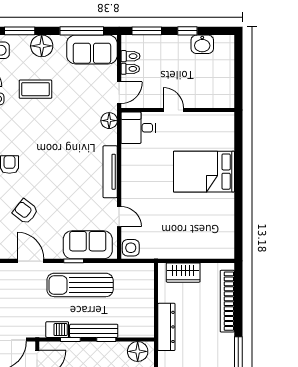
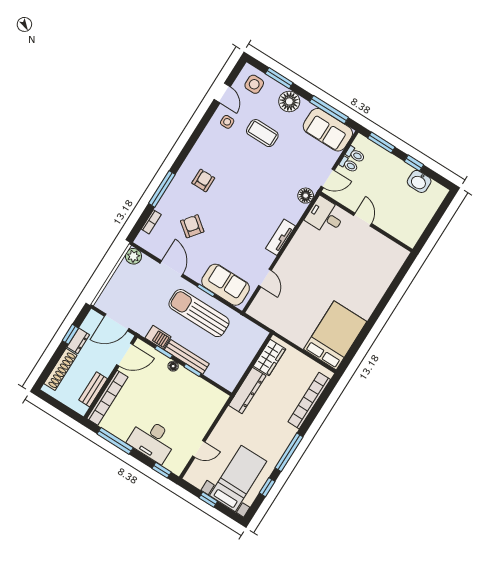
tv unit: (110, 172) -> (281, 237), width x0.71
bed: (204, 172) -> (335, 335), moved, turned 90
side table: (131, 248) -> (259, 309), removed
wardrobe: (183, 273) -> (269, 357), moved, turned -90
floor lamp: (138, 351) -> (173, 366), moved, width x0.53, depth x0.53

